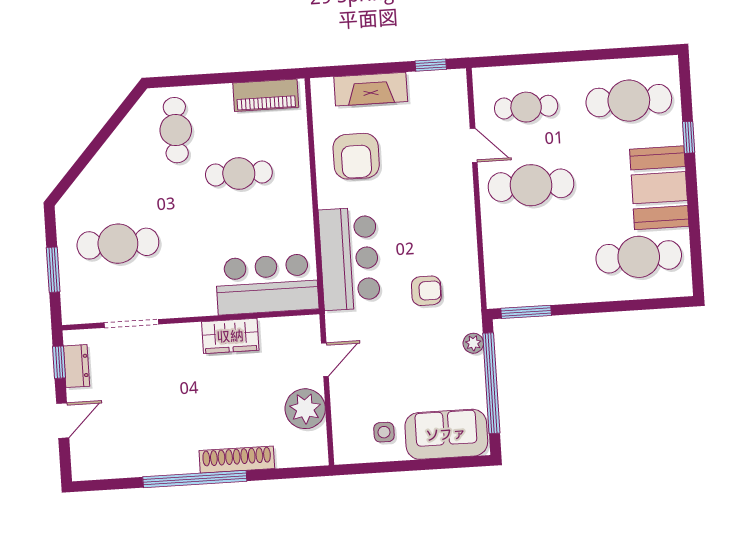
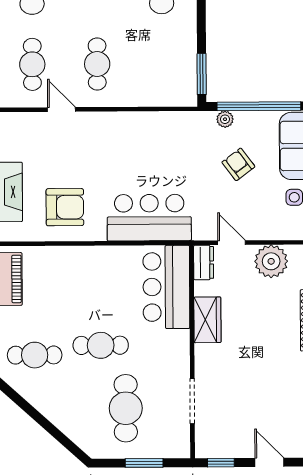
door: (474, 145) -> (61, 110), hinge flipped
cafe table: (239, 173) -> (101, 345), moved, turned 90
cafe table: (531, 185) -> (97, 64), width x0.73, depth x0.74
armchair: (426, 291) -> (238, 164), moved, turned -37
dresser: (76, 366) -> (204, 262), moved, turned 90

